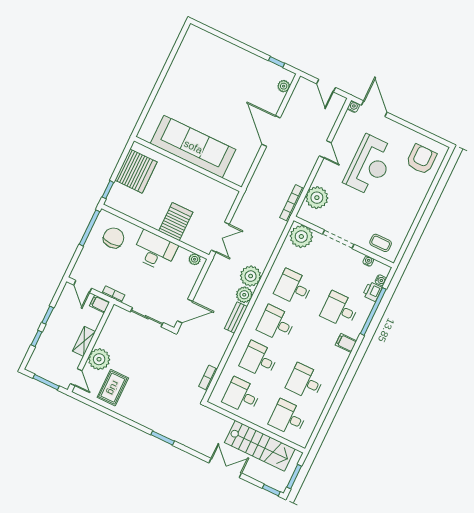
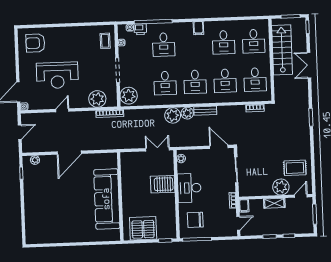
reception desk: (370, 165) -> (57, 75), turned 180
filing cabinet: (346, 343) -> (198, 28), moved

